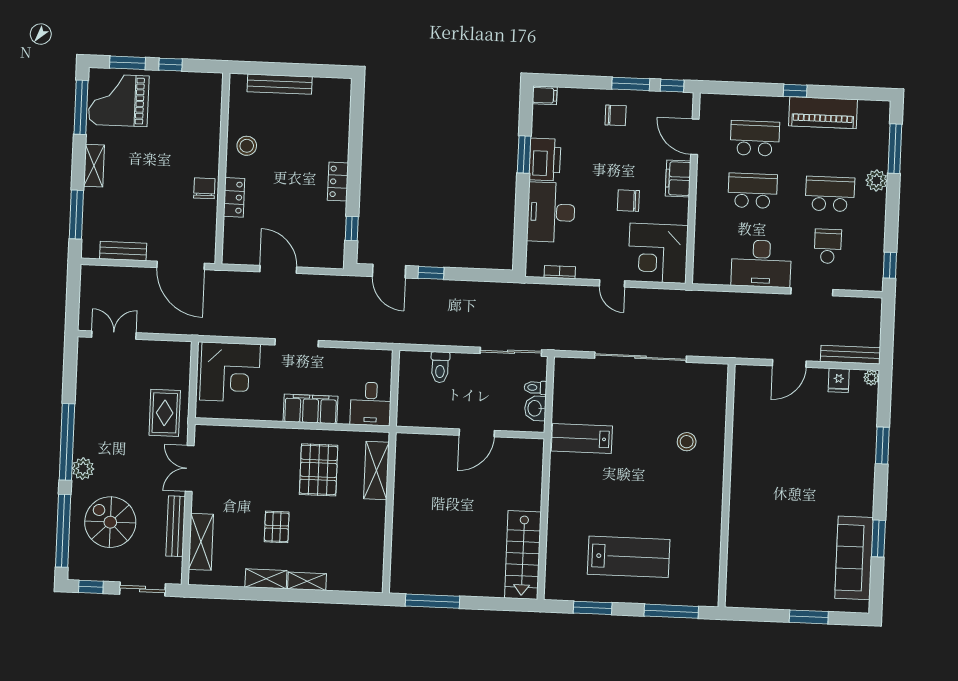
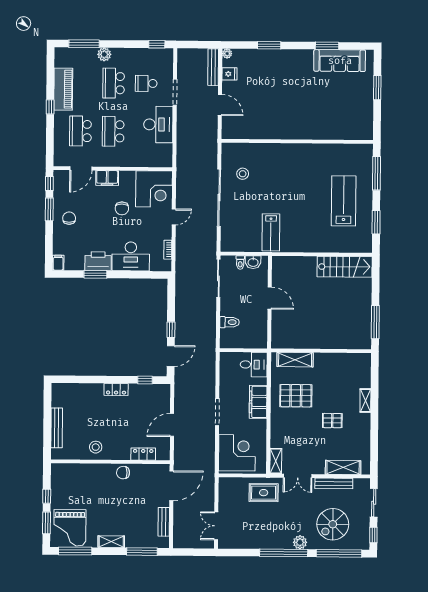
locker: (234, 197) -> (143, 454), moved
stool: (687, 442) -> (243, 174), moved
shelving: (266, 579) -> (276, 461), moved

